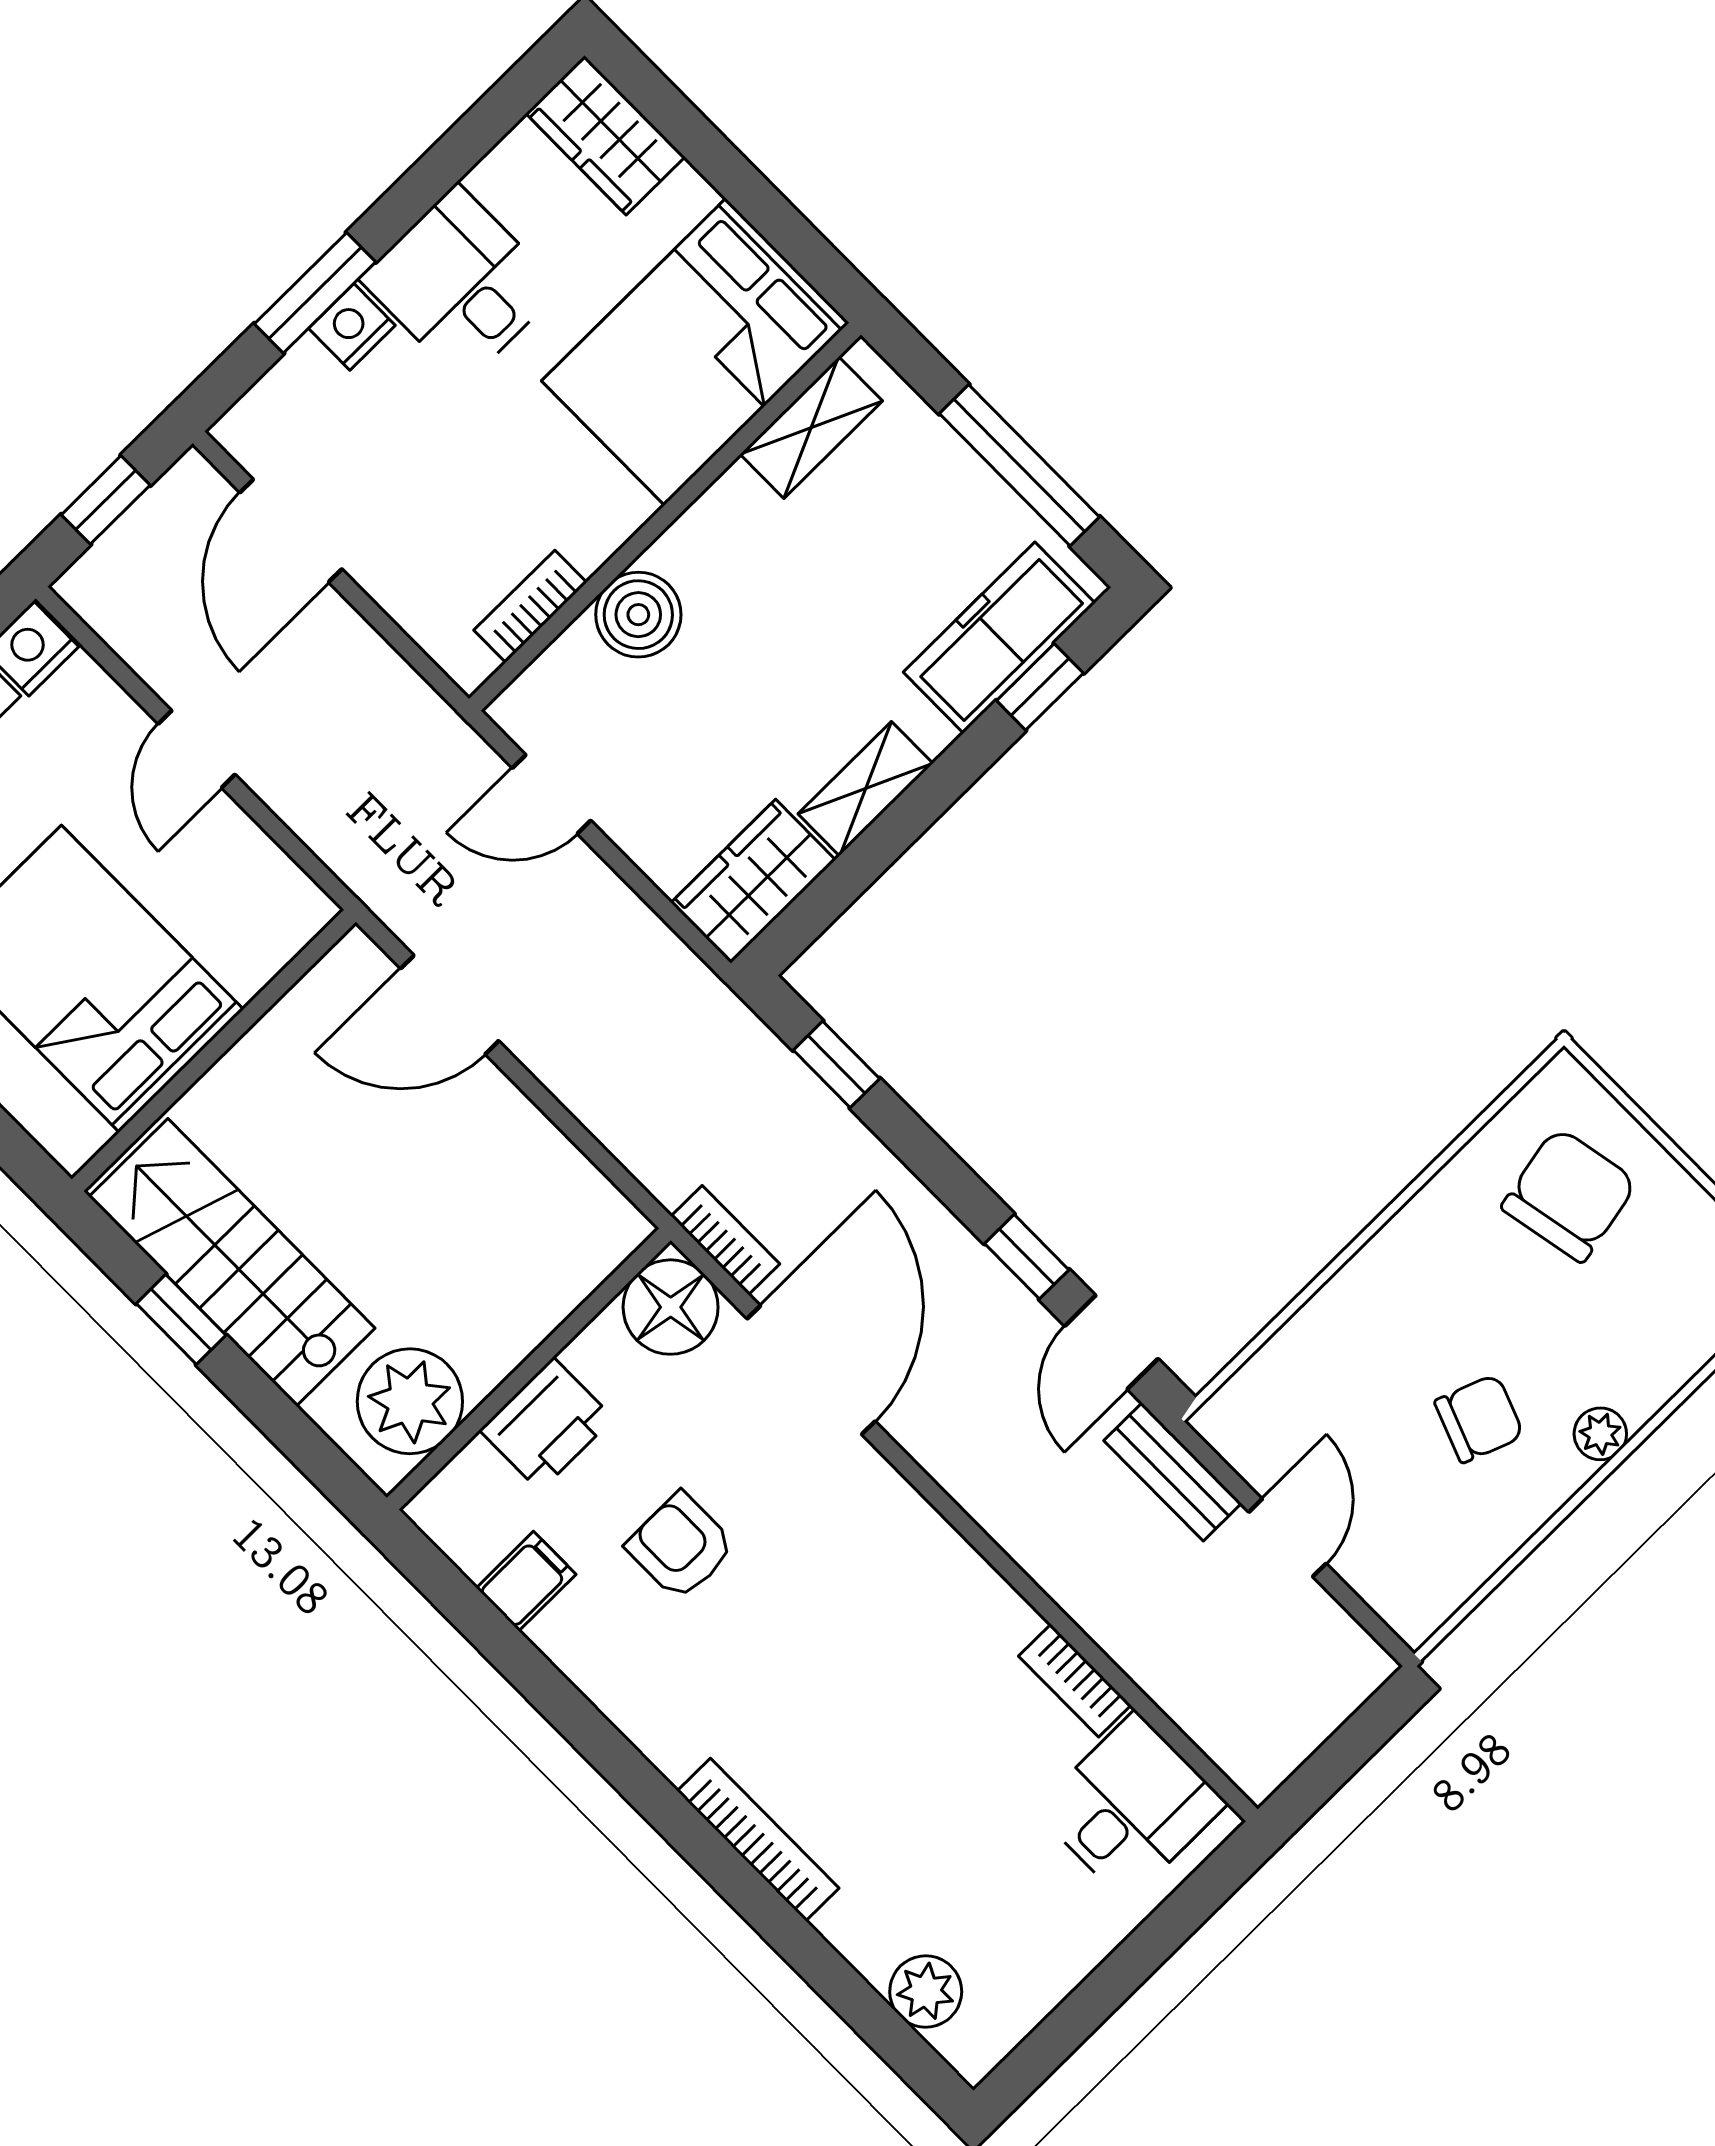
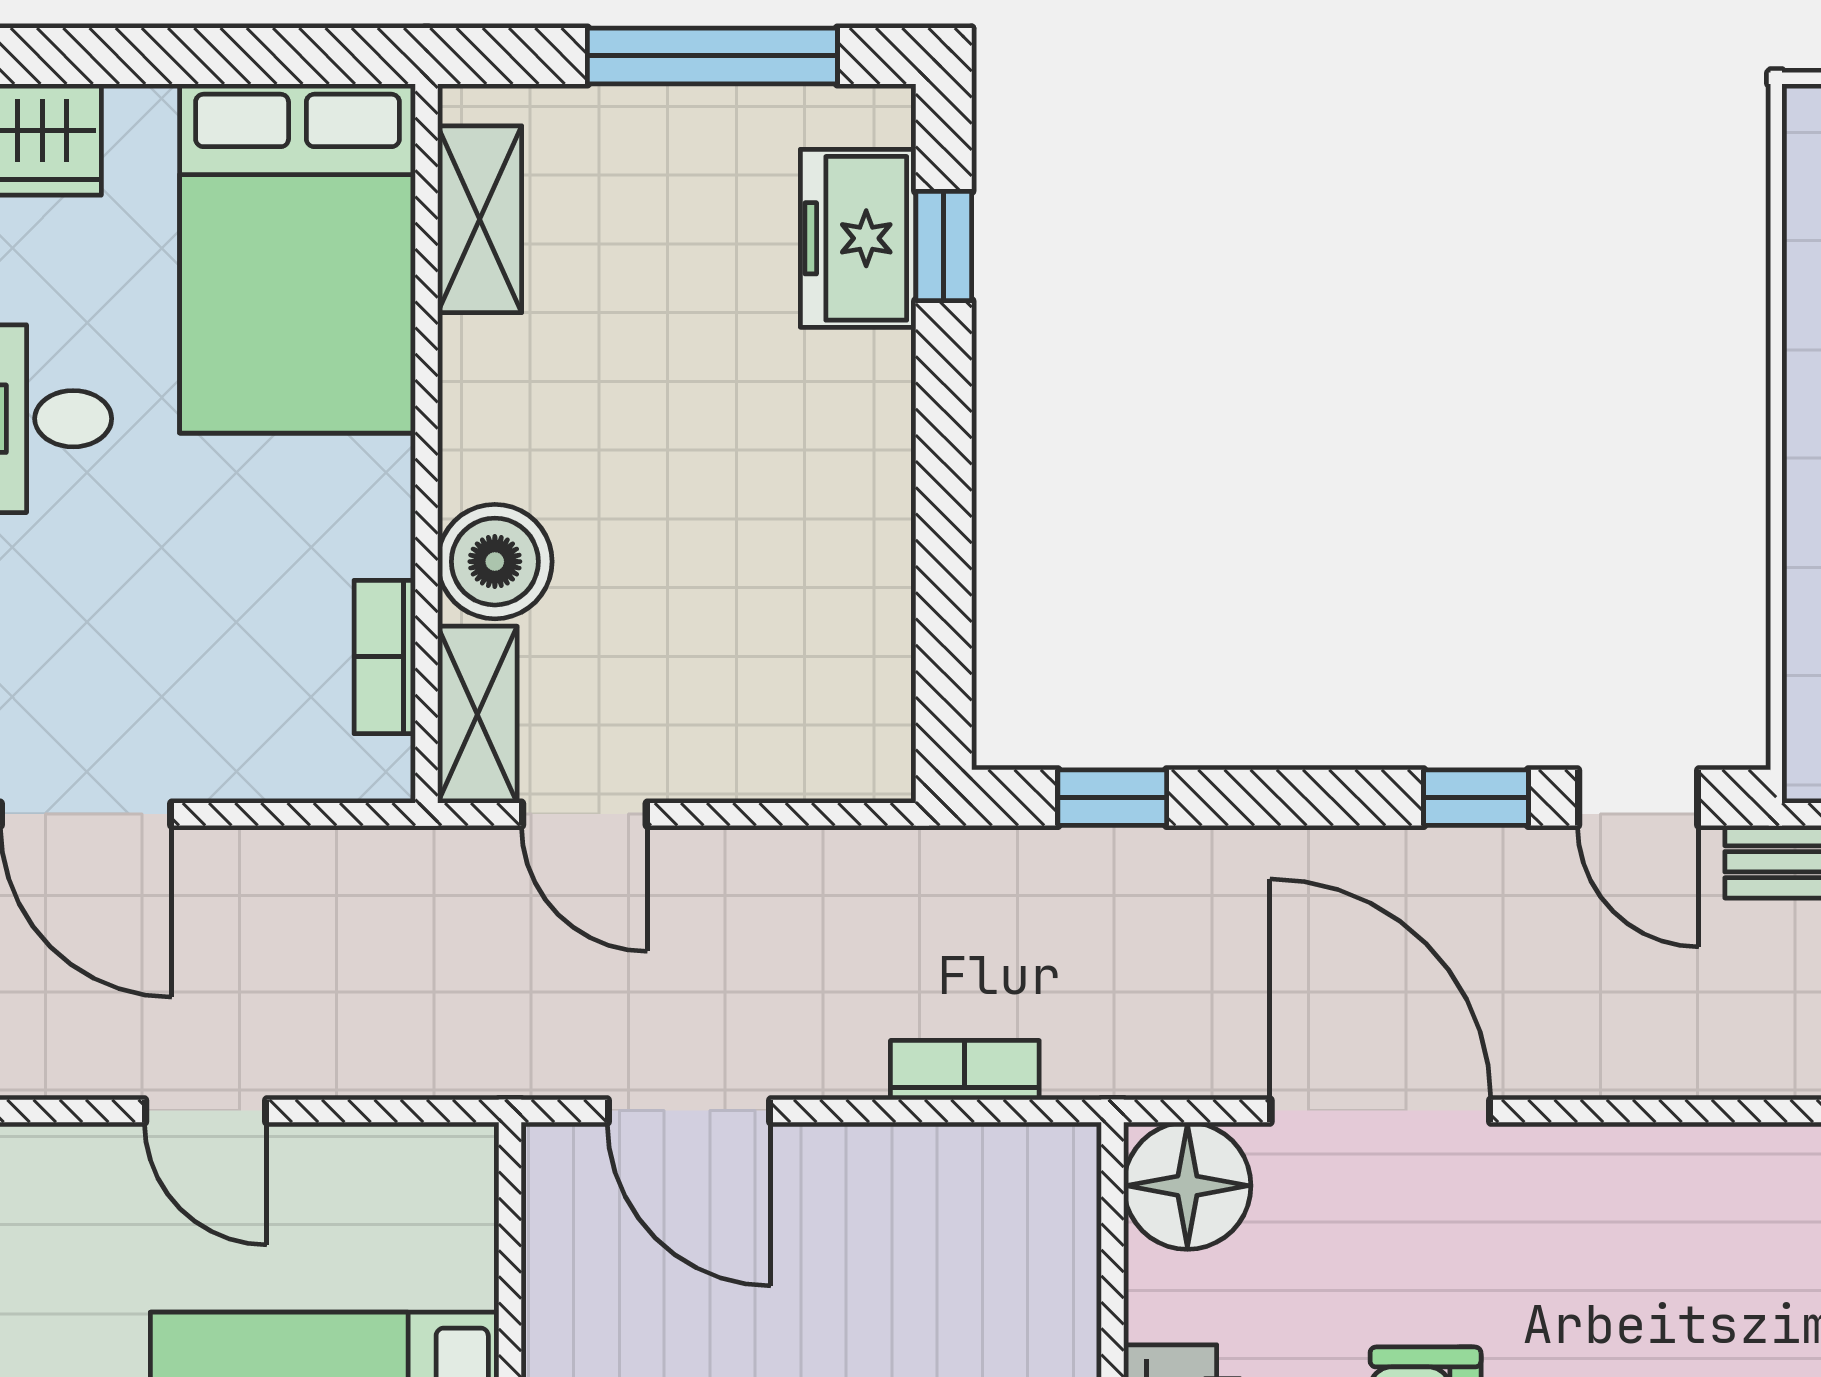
freezer: (999, 638) -> (858, 238), width x0.71
shelving: (865, 789) -> (477, 715), moved
door: (552, 794) -> (584, 814), hinge flipped
wardrobe: (753, 881) -> (858, 704), removed
door: (450, 1005) -> (689, 1111), hinge flipped
bookcase: (725, 1240) -> (965, 1070), moved

